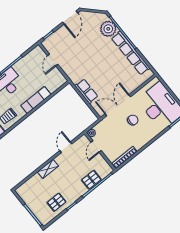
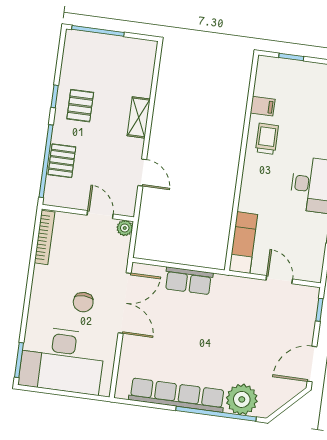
door: (70, 17) -> (312, 364), hinge flipped
exam couch: (36, 100) -> (243, 243), moved
pallet: (57, 202) -> (80, 106), moved

